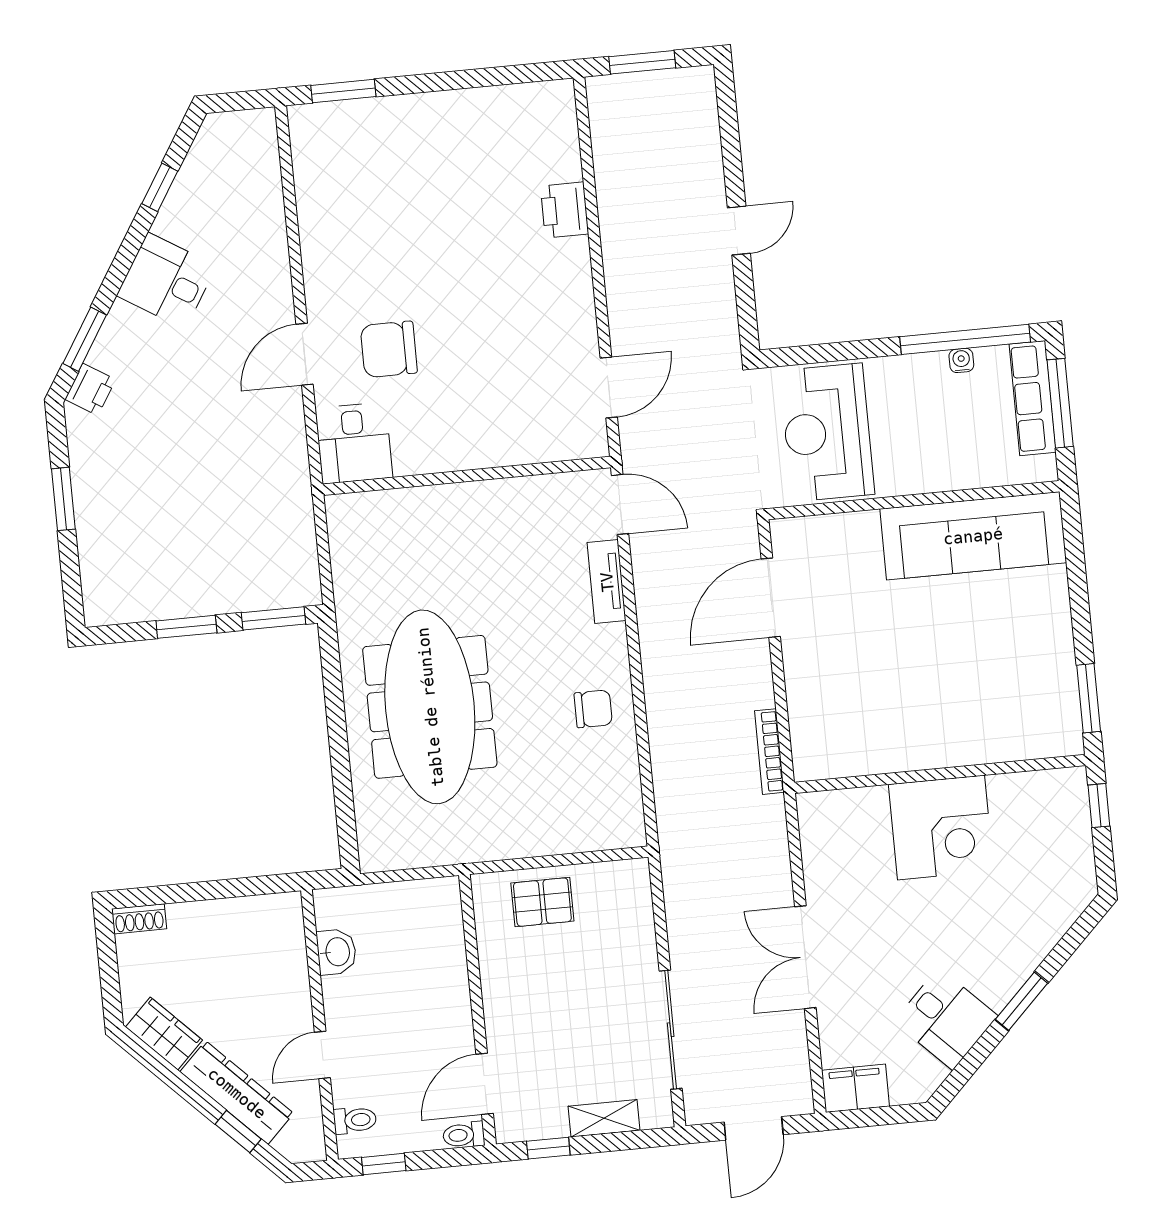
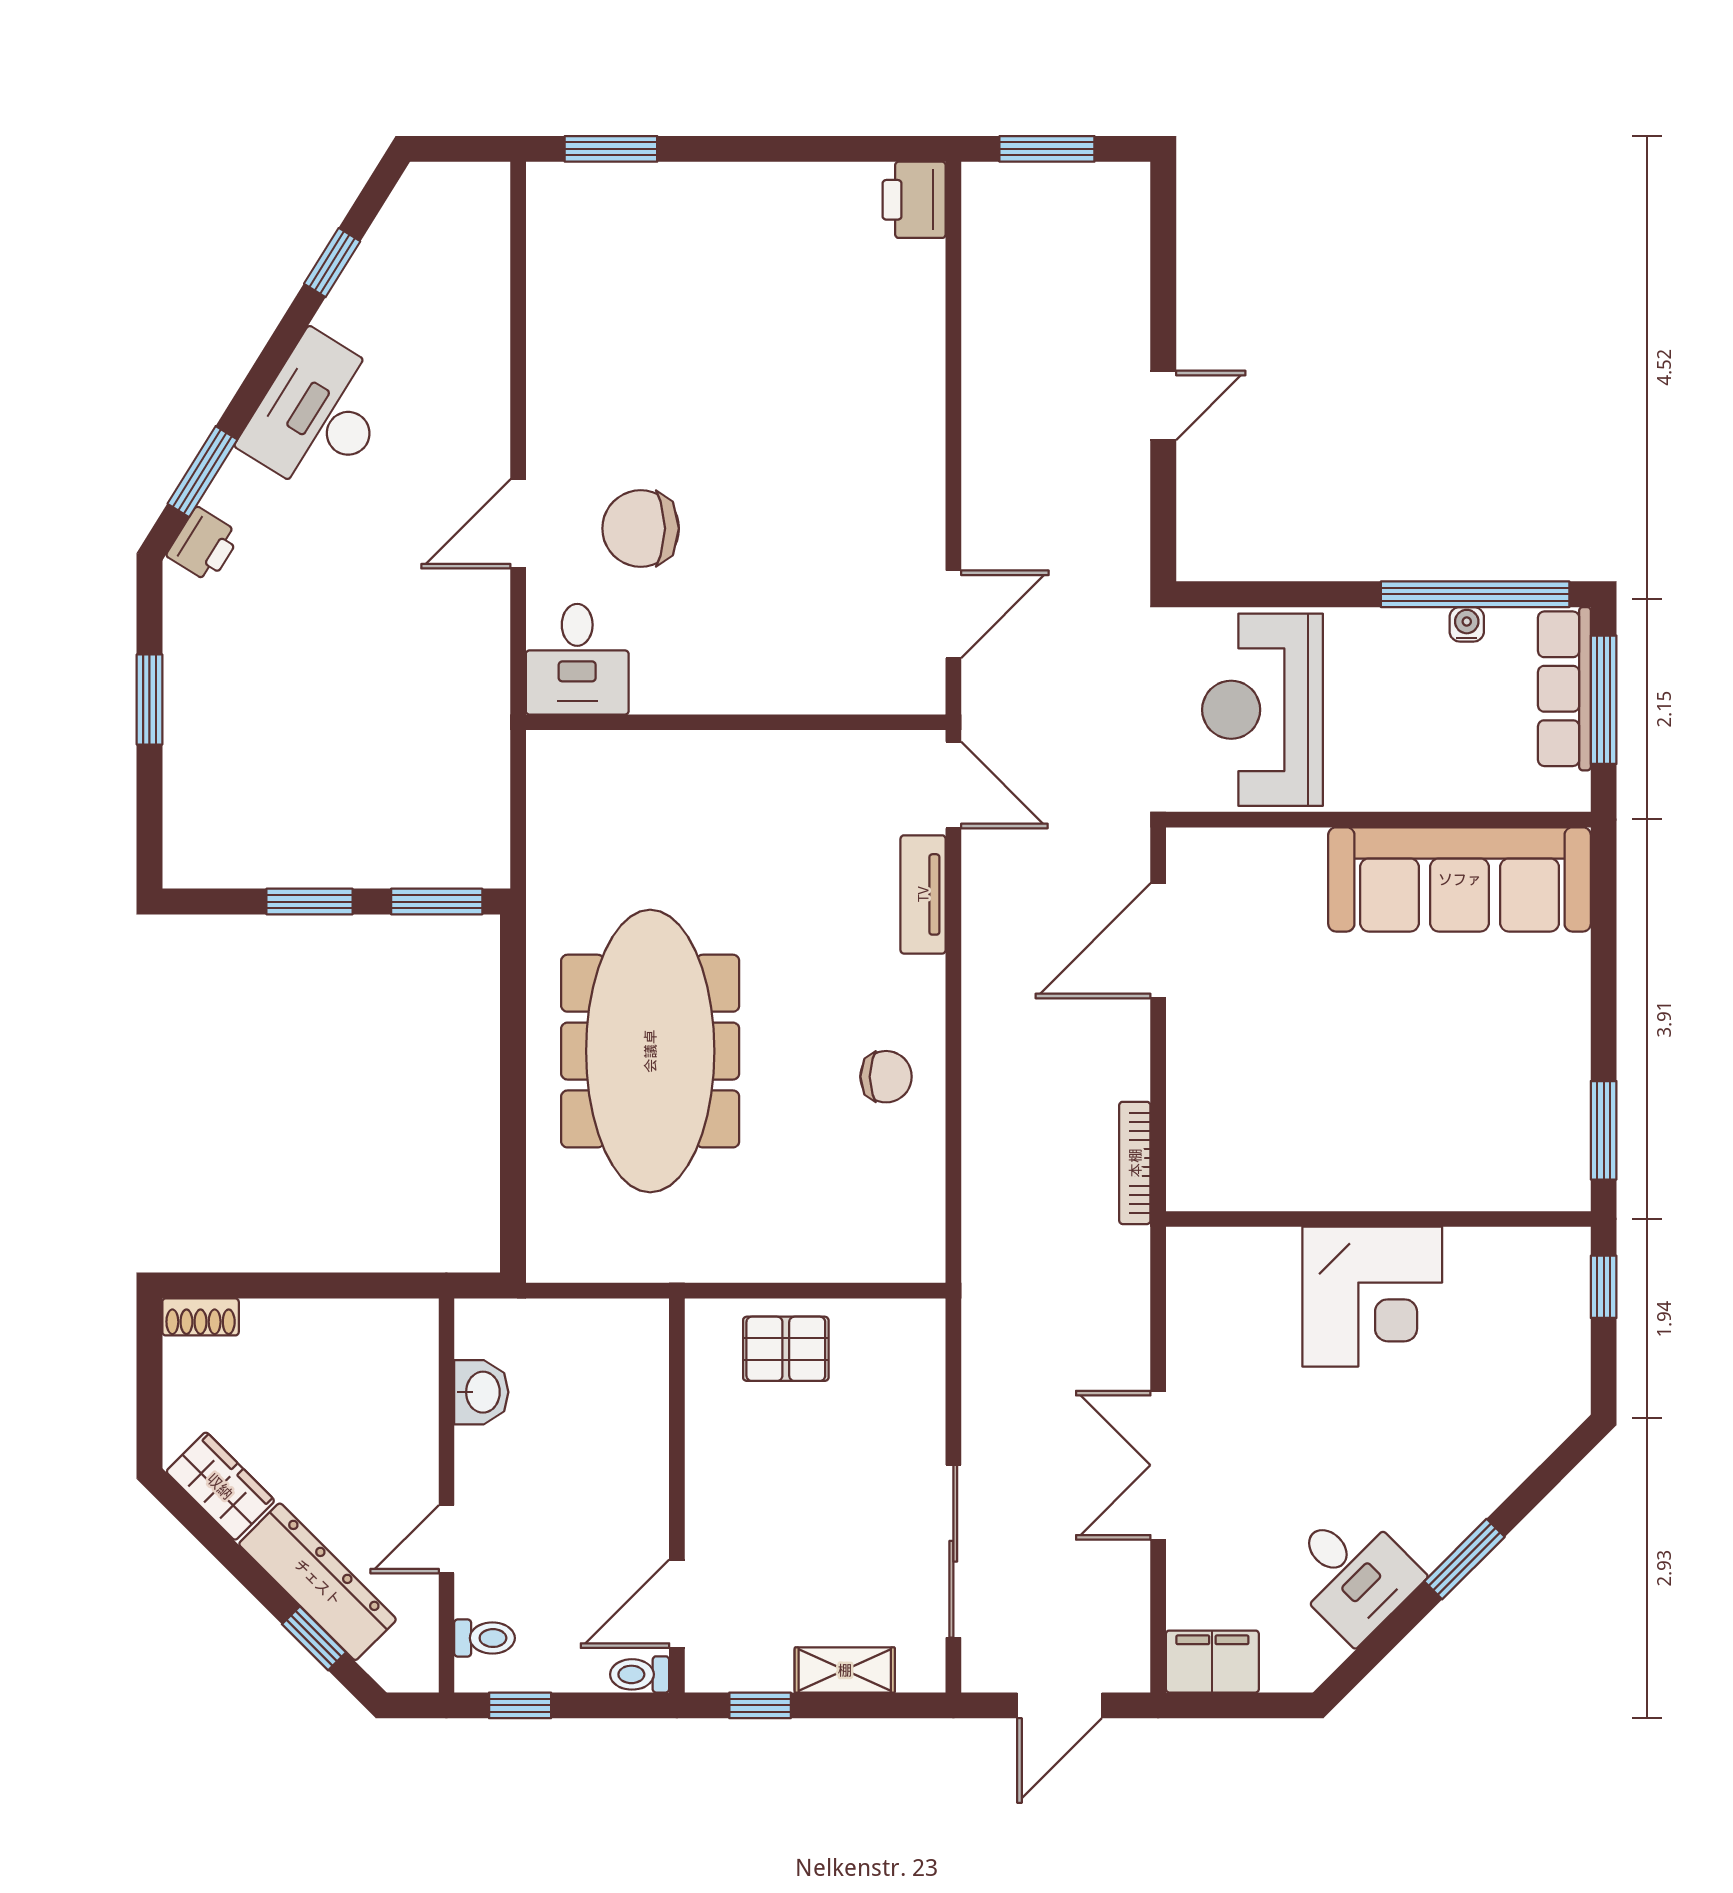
printer: (565, 210) -> (914, 200), moved
desk: (166, 281) -> (319, 415), width x1.37

